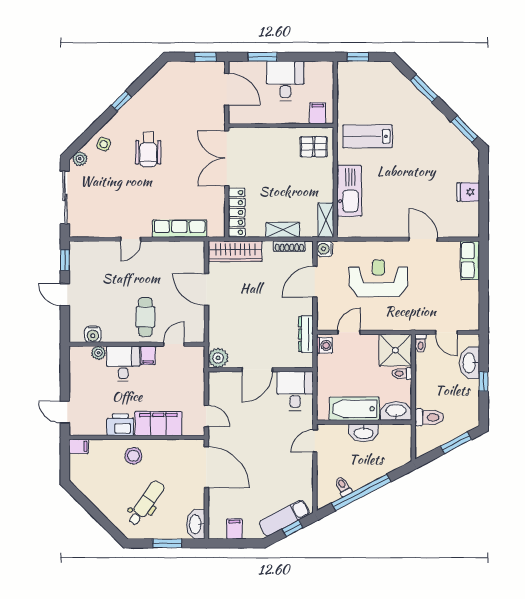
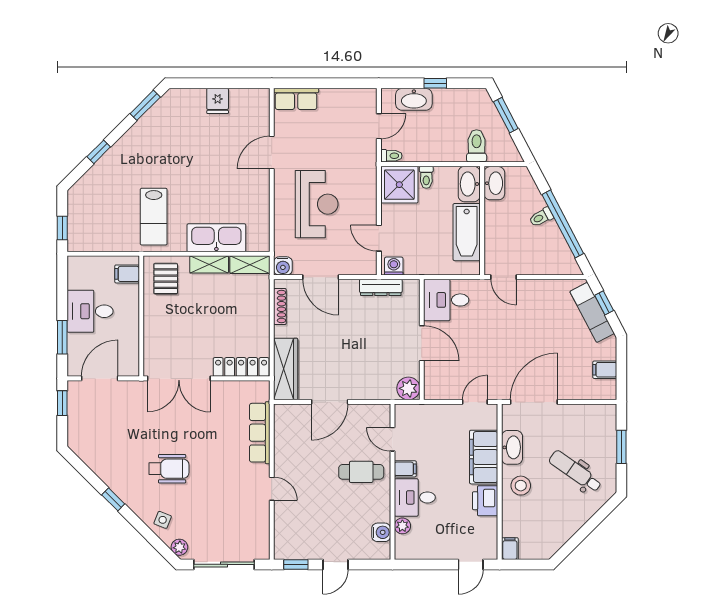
window: (424, 88) -> (99, 152), width x0.67
shelving: (283, 230) -> (209, 264), moved, turned 90
reception desk: (378, 278) -> (317, 204), turned 180
washbasin: (364, 433) -> (494, 183), moved
toilet: (343, 486) -> (541, 217), moved
washbasin: (196, 524) -> (512, 447), moved, turned -90

